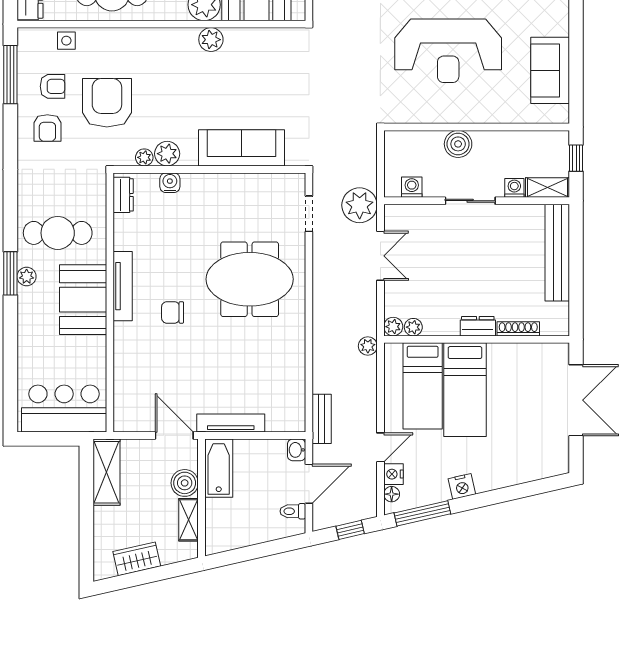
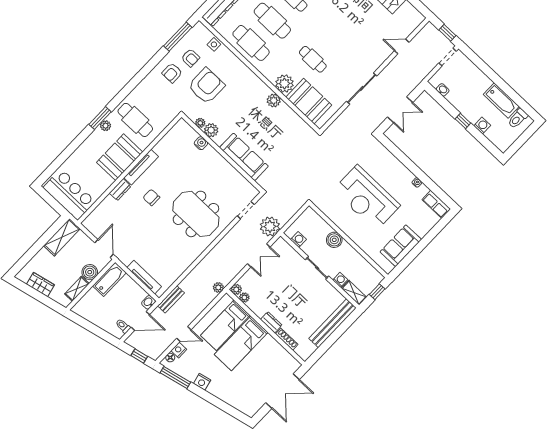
dresser: (123, 195) -> (120, 190), moved
tv unit: (231, 423) -> (144, 277), moved

